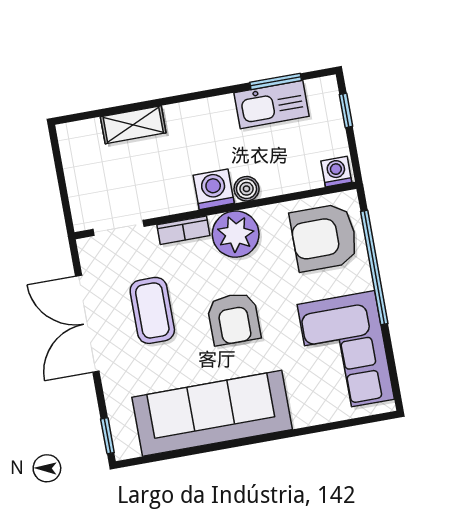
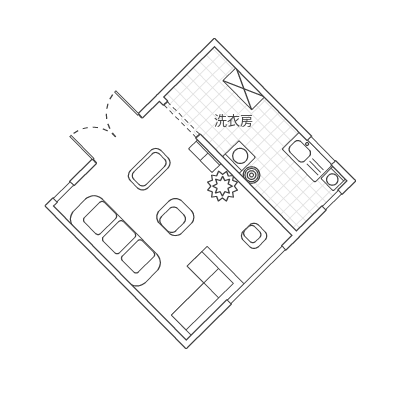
washing machine: (336, 172) -> (333, 179), moved, turned 180
doorway: (119, 228) -> (182, 120), width x1.38
armchair: (324, 237) -> (254, 236), width x0.53, depth x0.53

